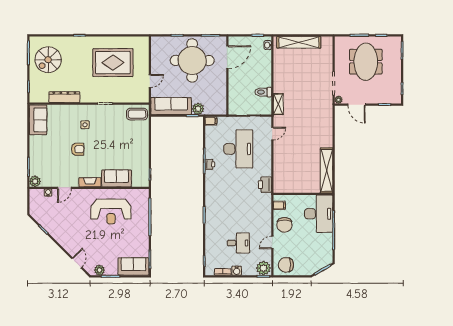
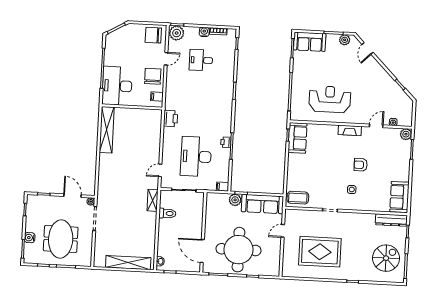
door: (227, 57) -> (202, 251), hinge flipped
water cooler: (396, 61) -> (30, 238), added
dresser: (64, 97) -> (391, 220), moved
sofa: (116, 178) -> (297, 138), moved, turned -90
chair: (286, 265) -> (153, 35), turned 180

